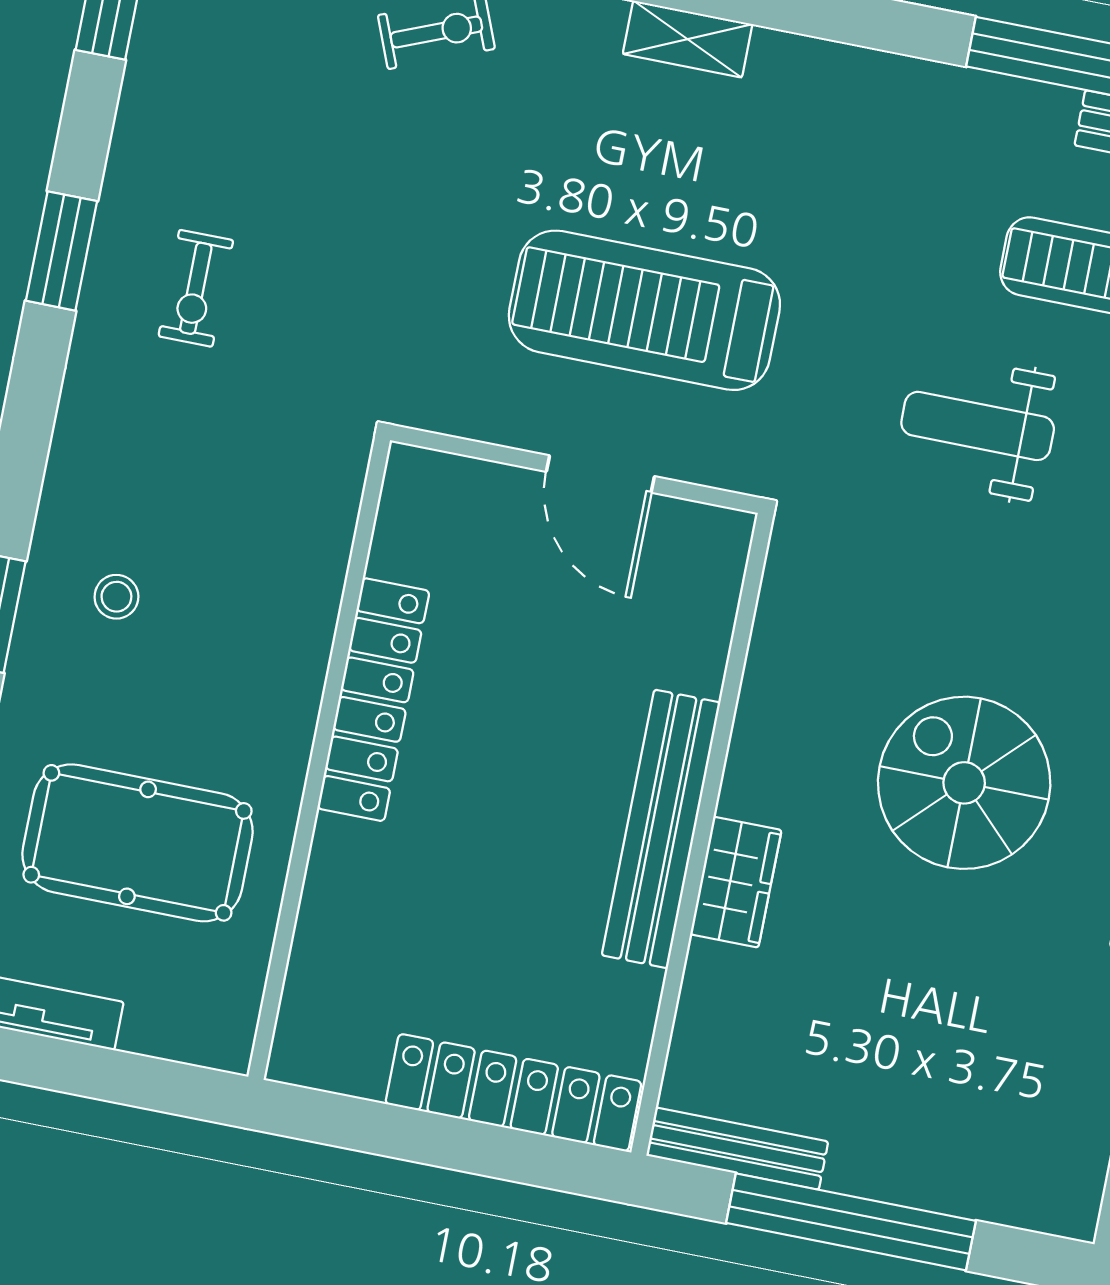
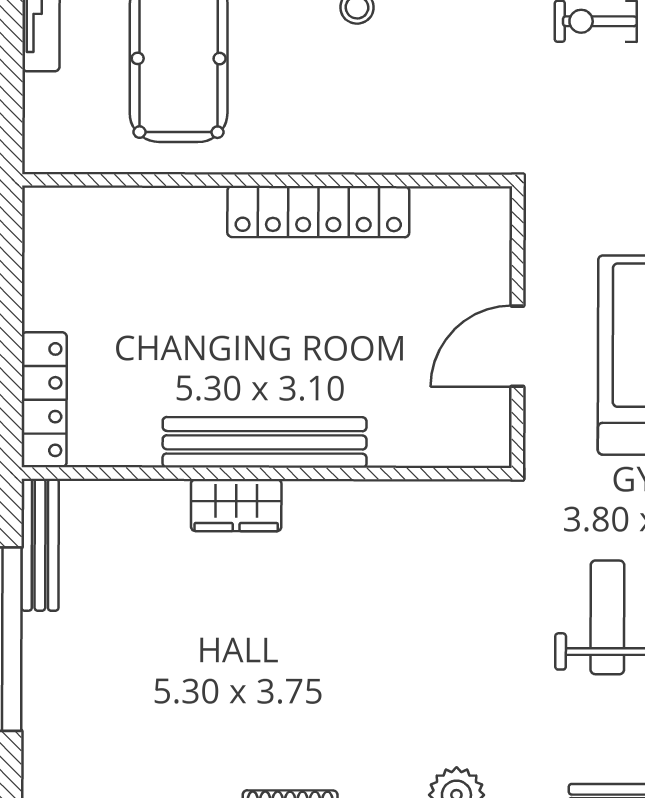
spiral stairs: (964, 783) -> (342, 659), removed
locker: (513, 1093) -> (44, 400), width x0.71, depth x0.83

